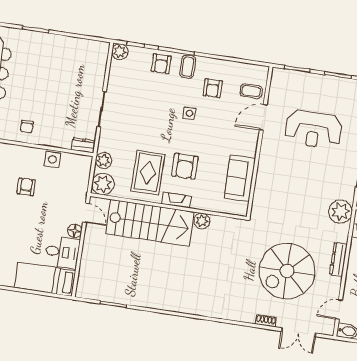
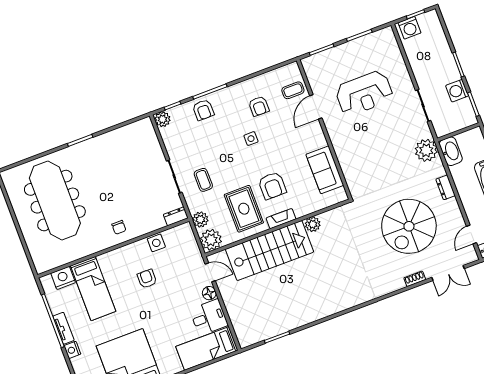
coffee table: (188, 67) -> (203, 180), moved
dresser: (338, 259) -> (446, 187), width x0.70

